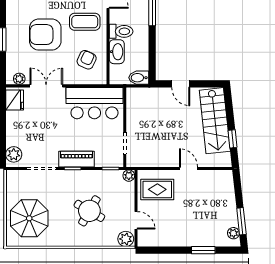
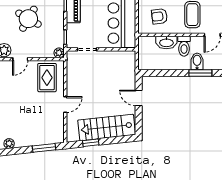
armchair: (87, 60) -> (159, 16), turned 148
bidet: (139, 78) -> (197, 61), moved
door: (181, 84) -> (139, 98), hinge flipped
window: (241, 221) -> (44, 148), moved

